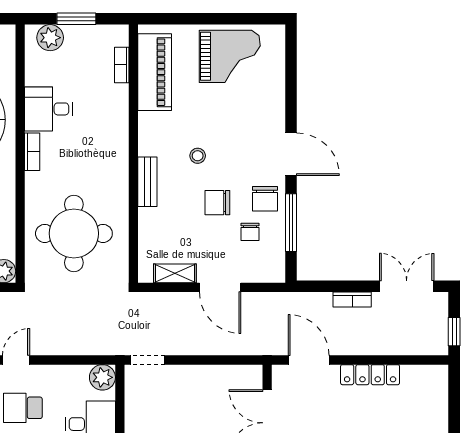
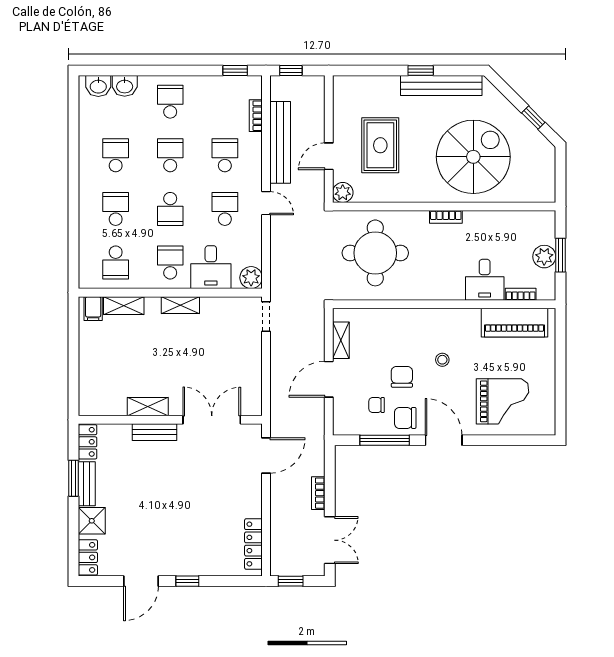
plant: (50, 38) -> (544, 257), moved
grand piano: (230, 56) -> (503, 401), moved, turned -90
desk: (48, 109) -> (485, 280), moved, turned 180
door: (291, 154) -> (444, 440), swing flipped
bench: (147, 182) -> (420, 316), removed
locker: (370, 375) -> (253, 544), moved

